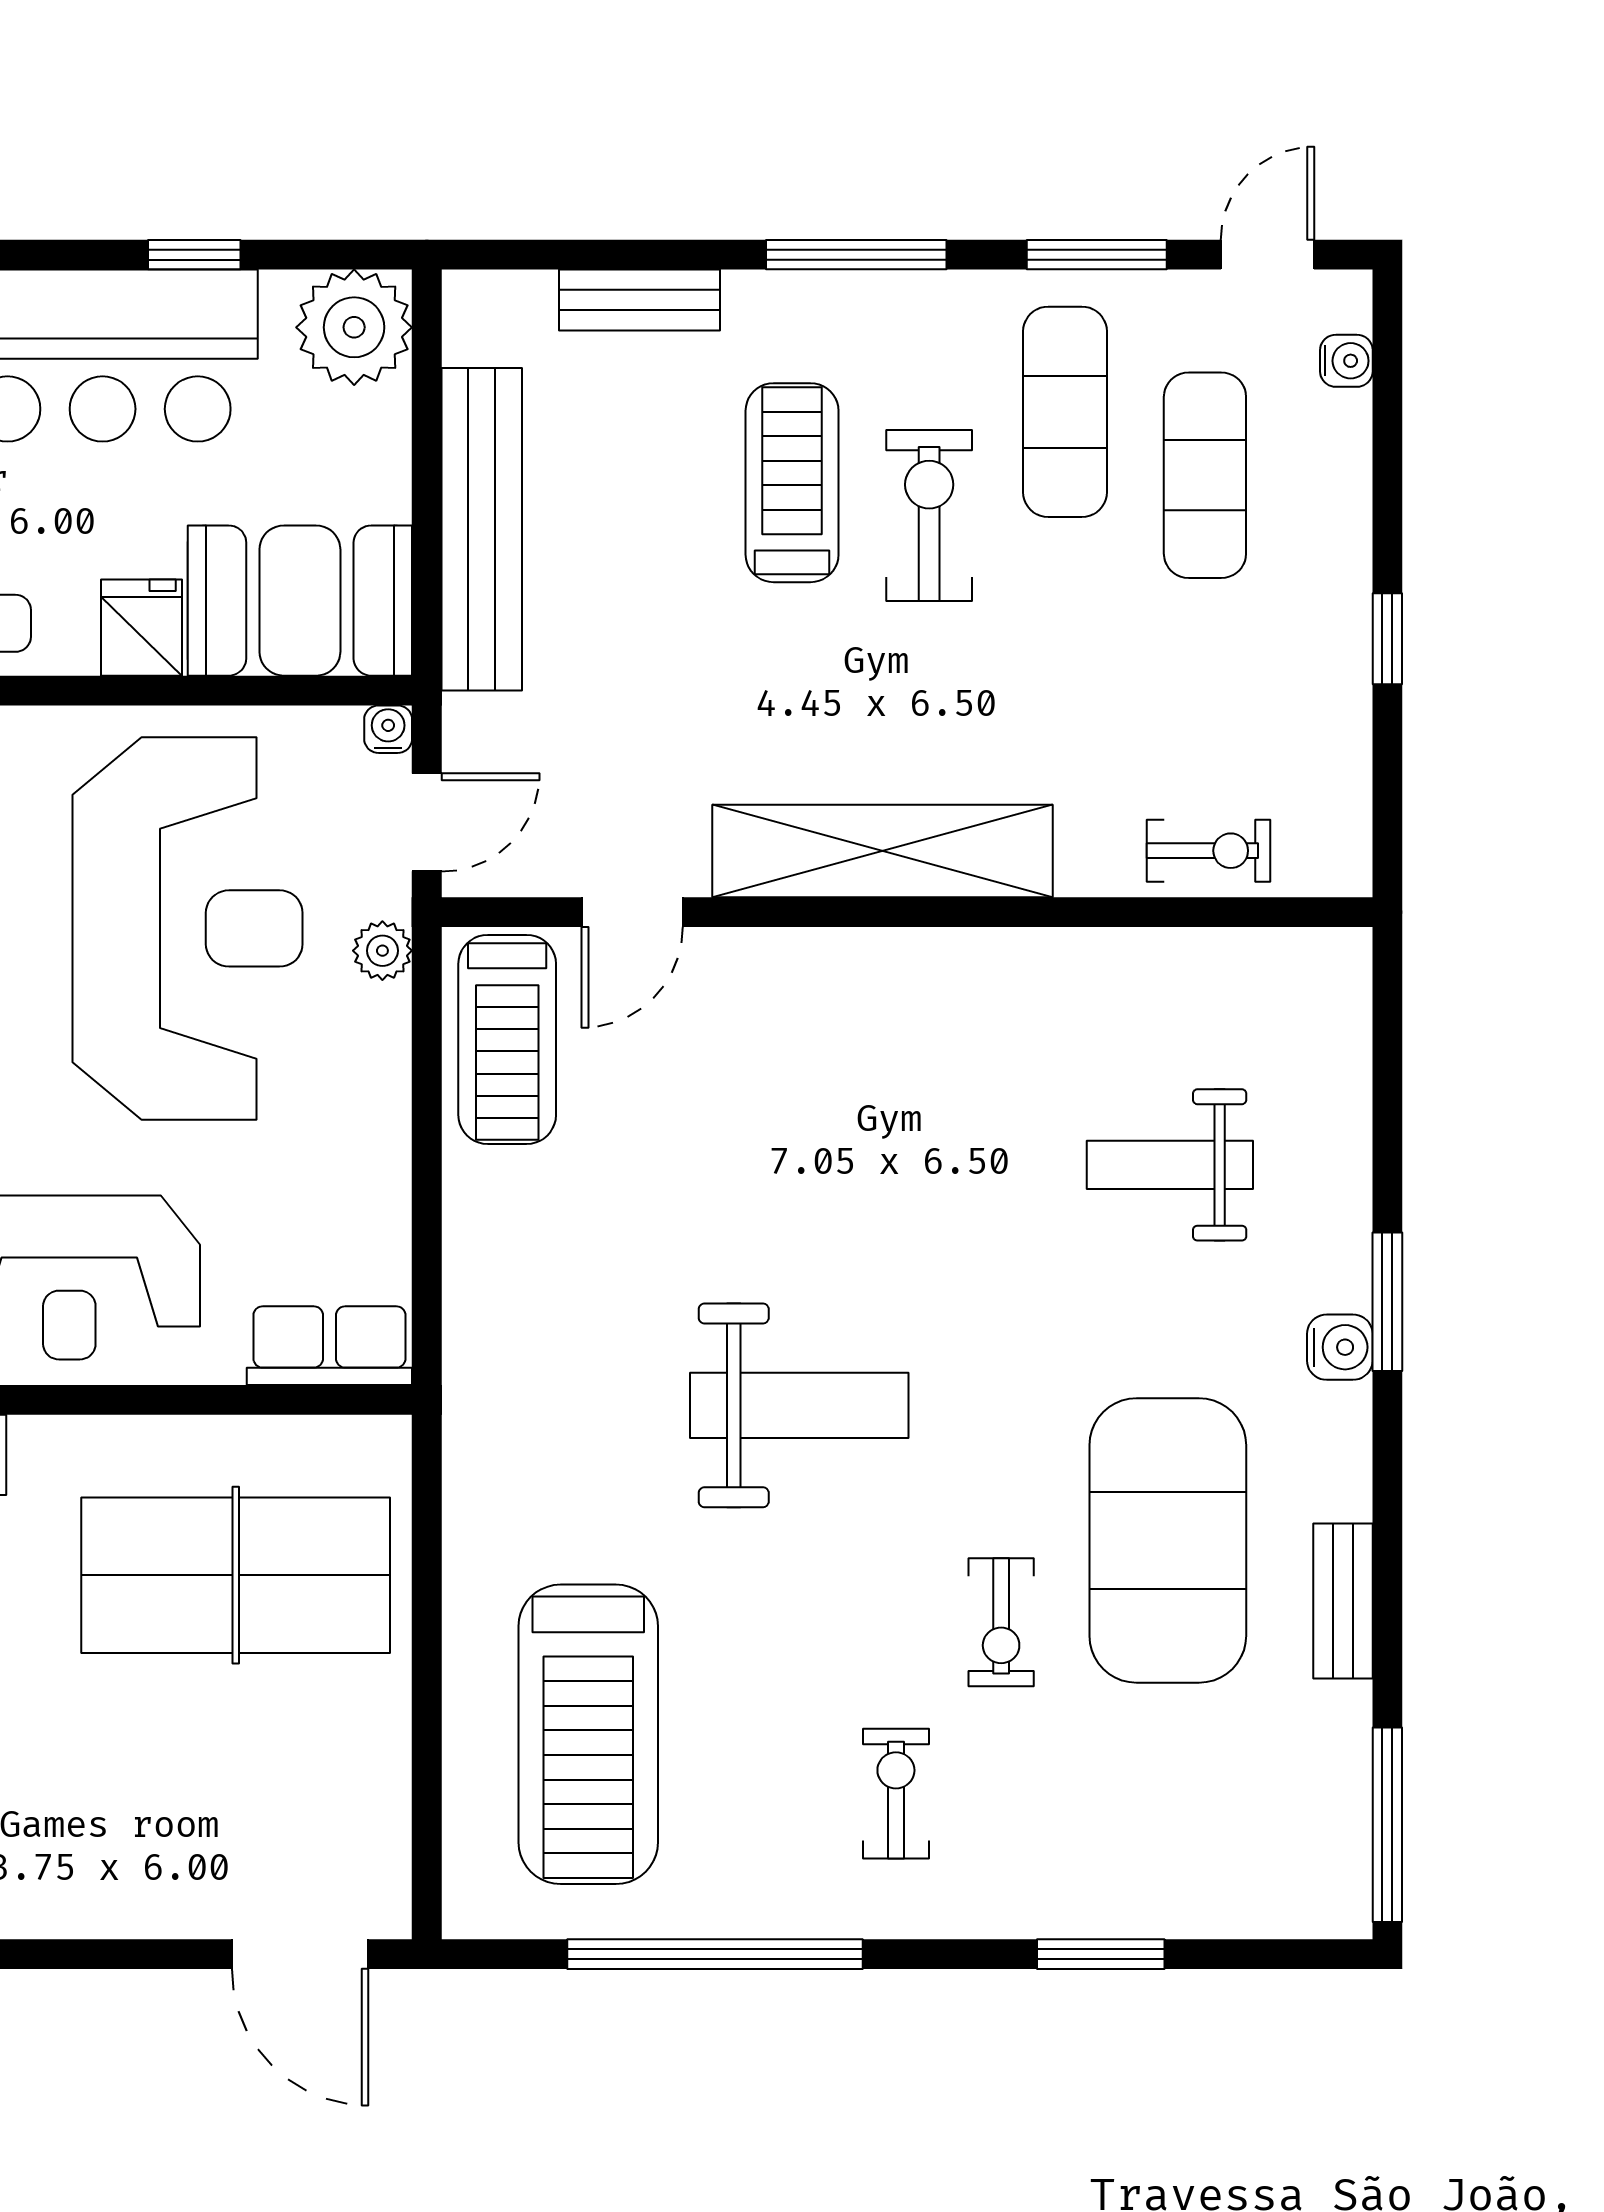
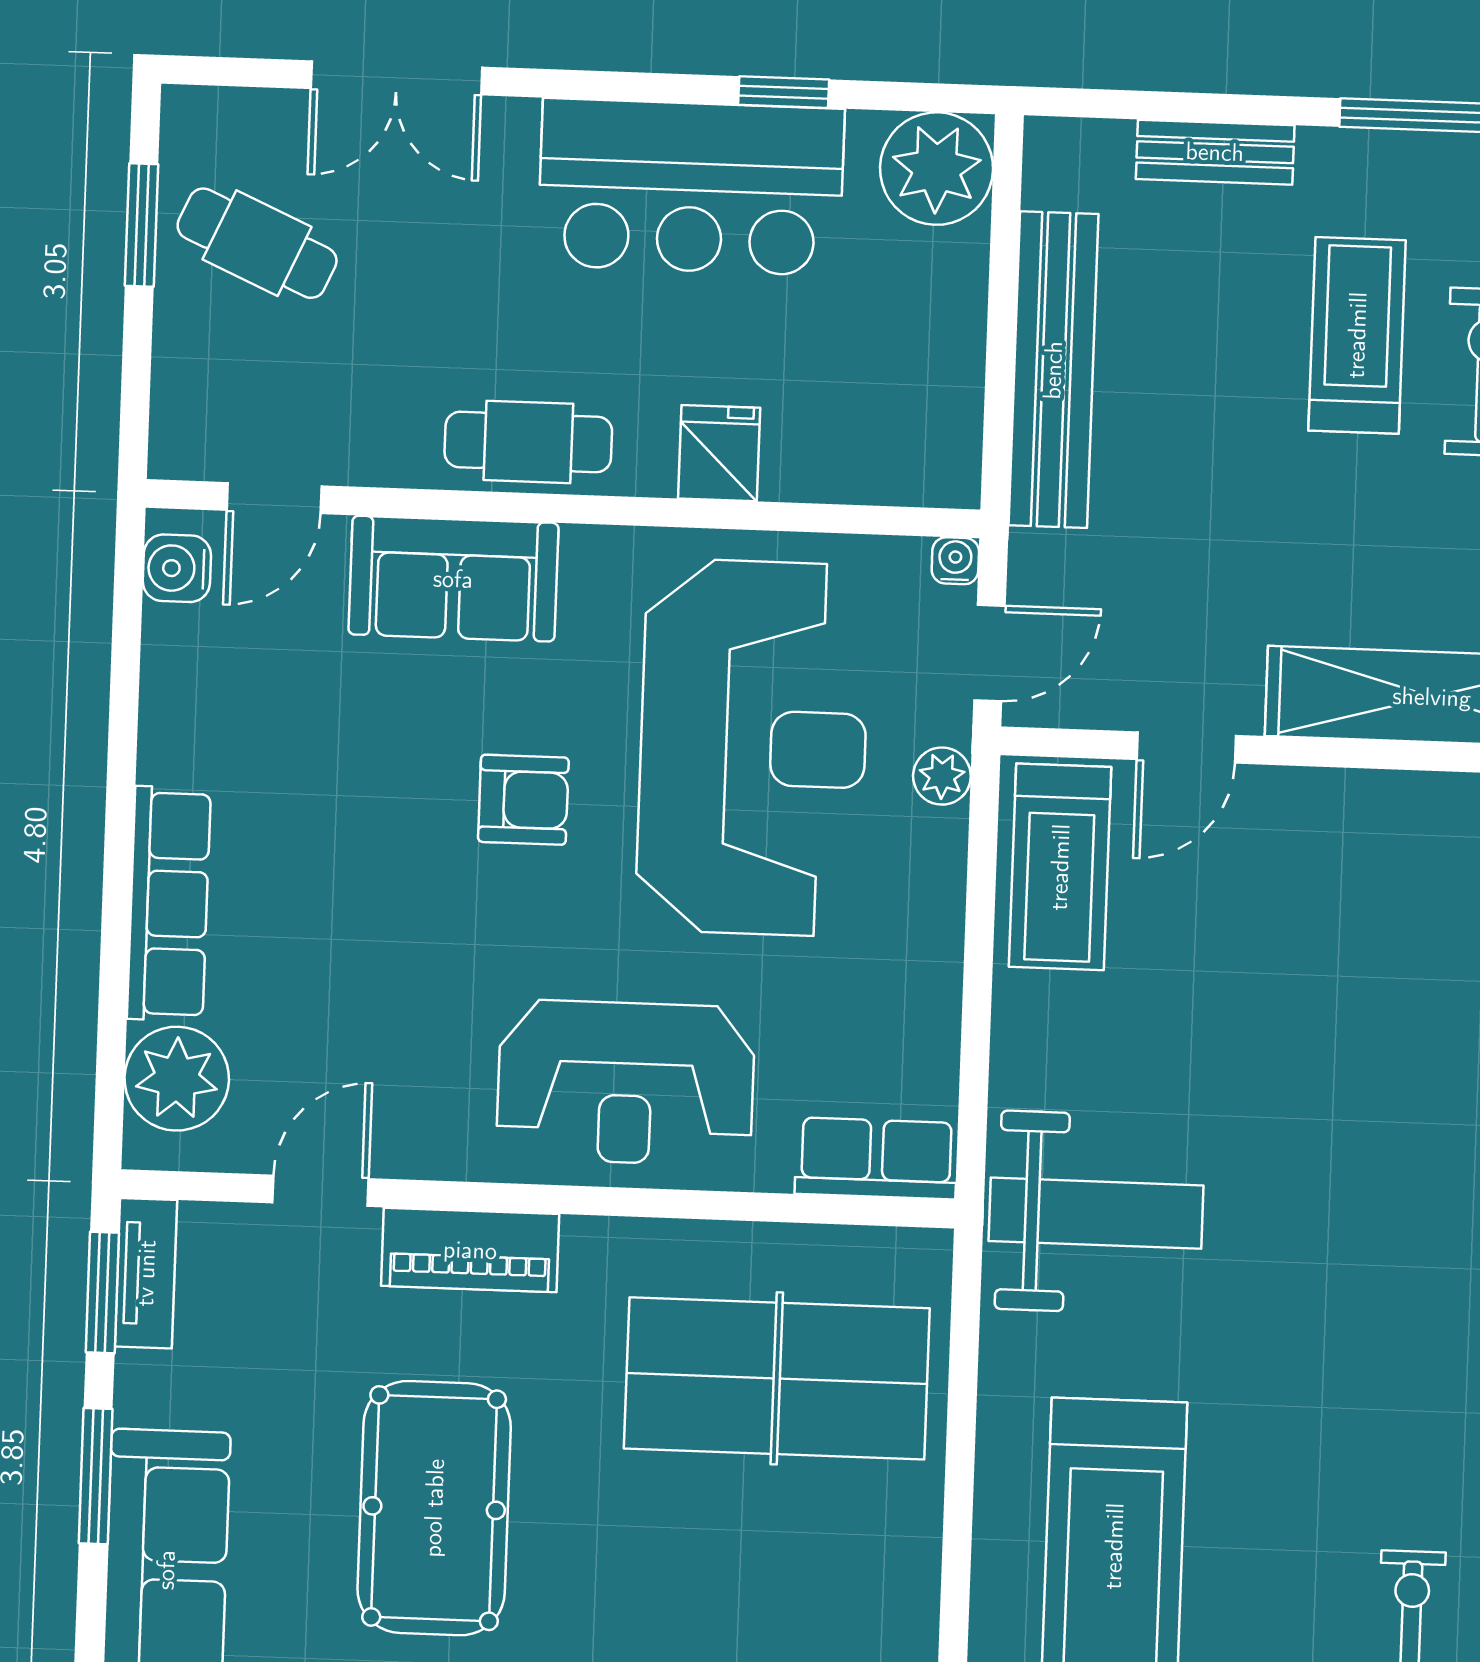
booth: (300, 601) -> (874, 432), removed
weight bench: (799, 1405) -> (1096, 1213), moved

